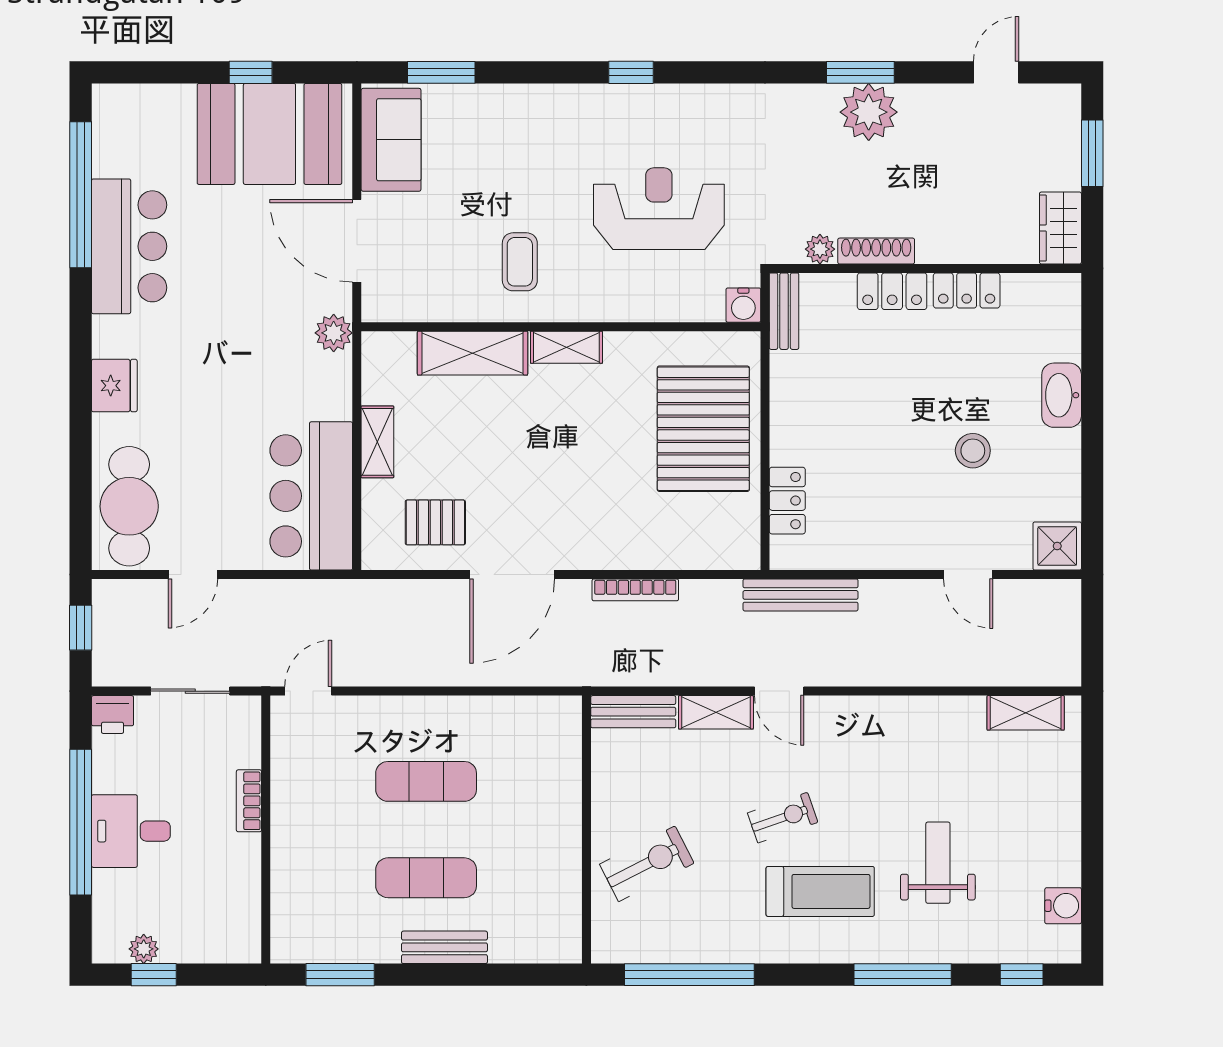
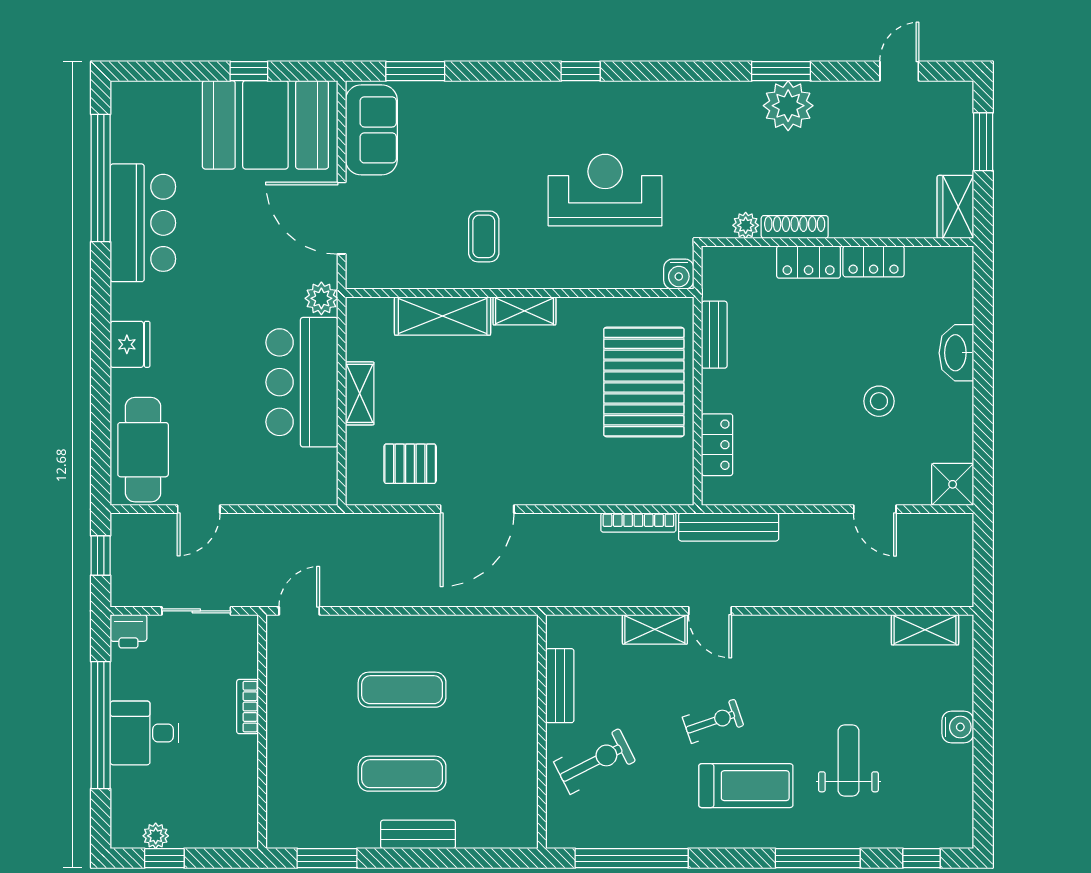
bench: (784, 311) -> (714, 335), moved
bar counter: (311, 496) -> (302, 382), moved
bookcase: (635, 590) -> (638, 523), moved
bench: (633, 712) -> (560, 686), moved, turned 90
water cooler: (1063, 906) -> (958, 727), moved

